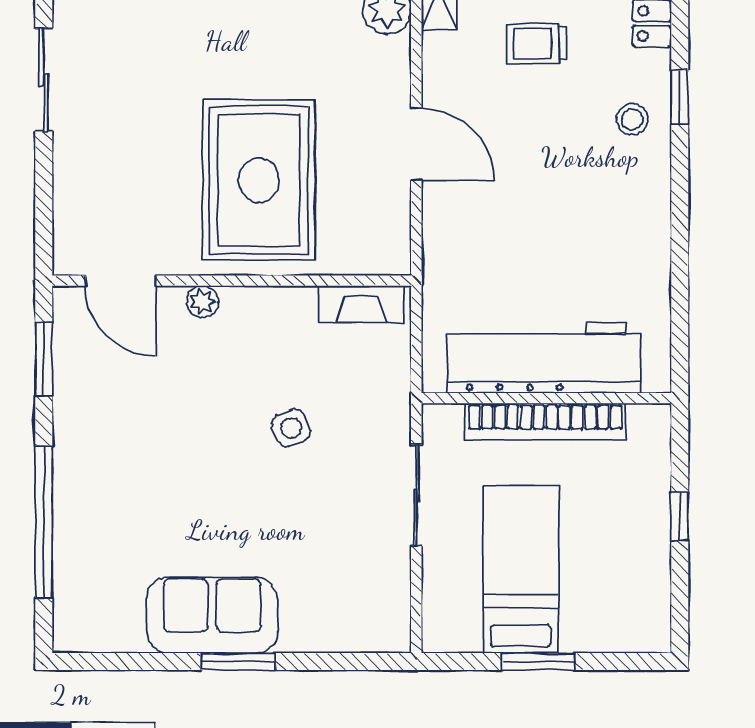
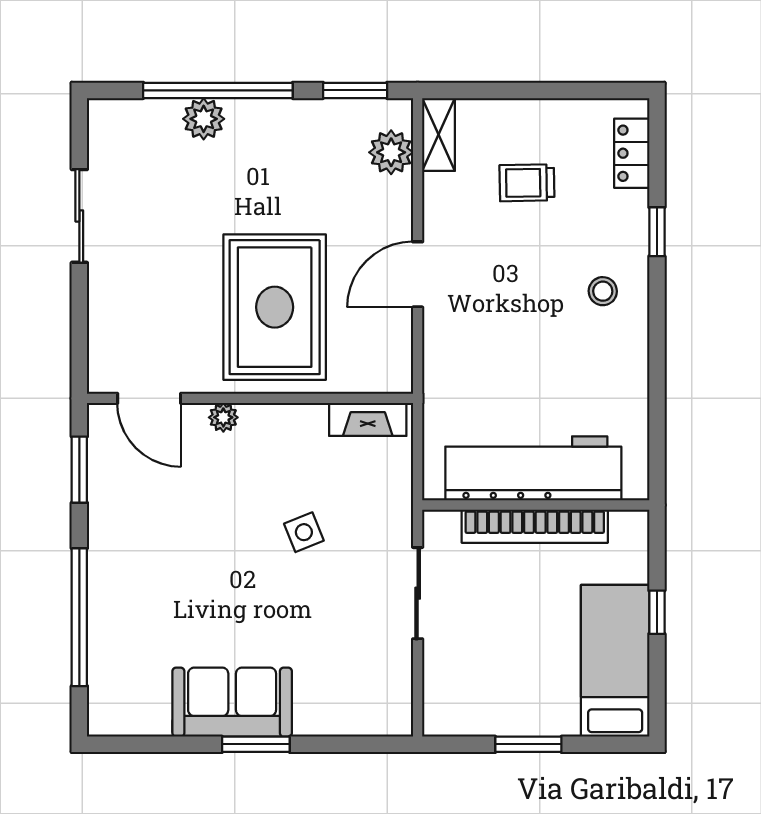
stool: (632, 119) -> (603, 291), moved
door: (416, 144) -> (418, 274), swing flipped
bed: (521, 570) -> (615, 661), moved

